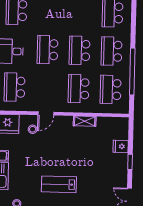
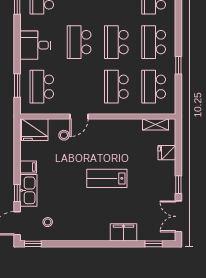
window: (132, 72) -> (178, 65), width x0.32
shelving: (85, 121) -> (155, 124), moved
window: (130, 162) -> (178, 185), moved
lab bench: (59, 184) -> (107, 178), moved

